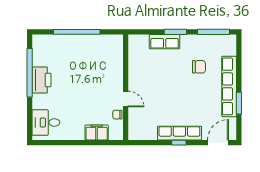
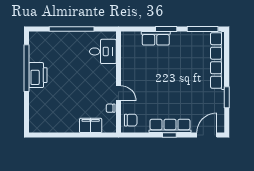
chair: (199, 67) -> (131, 120), moved
row of seats: (229, 86) -> (218, 60), moved
desk: (46, 123) -> (103, 51), moved, turned 180

